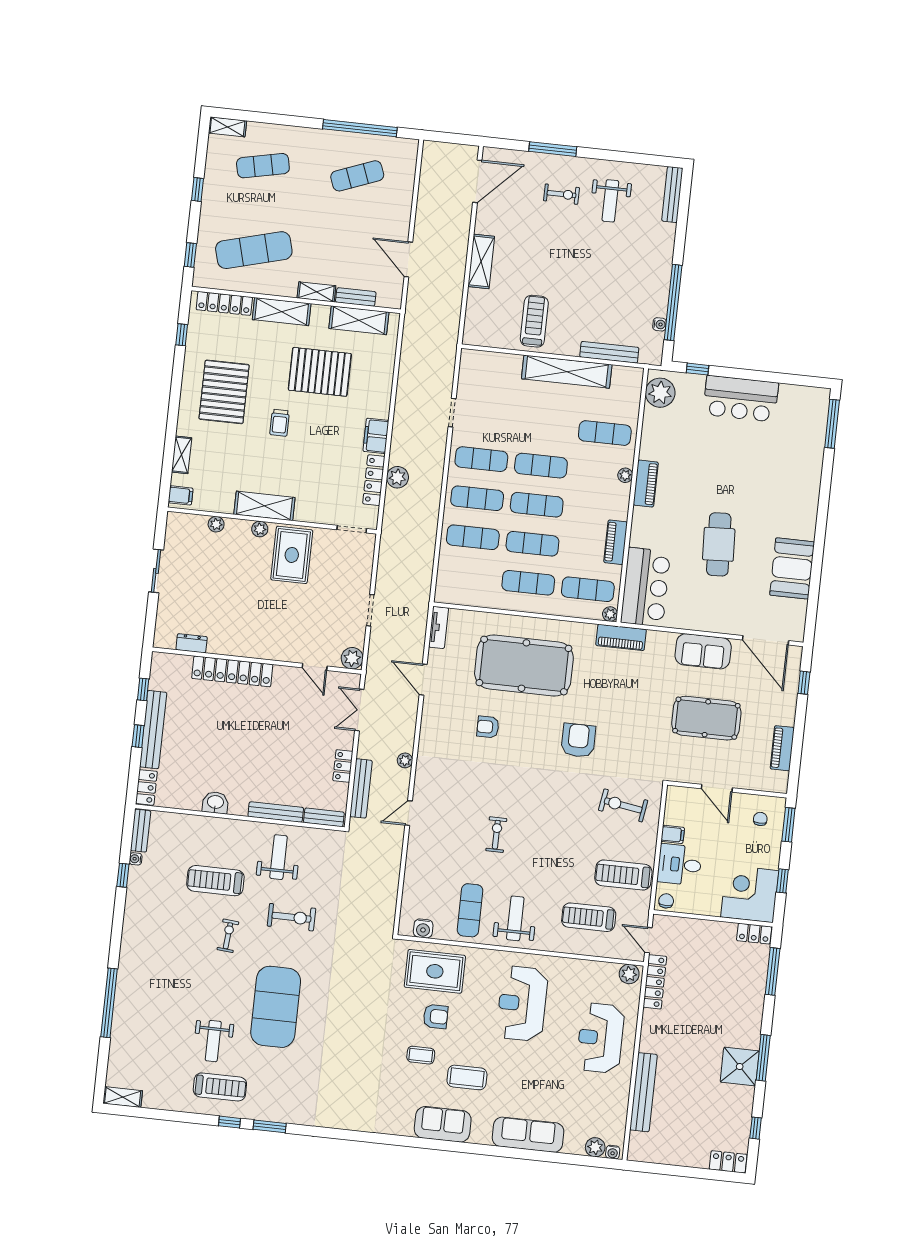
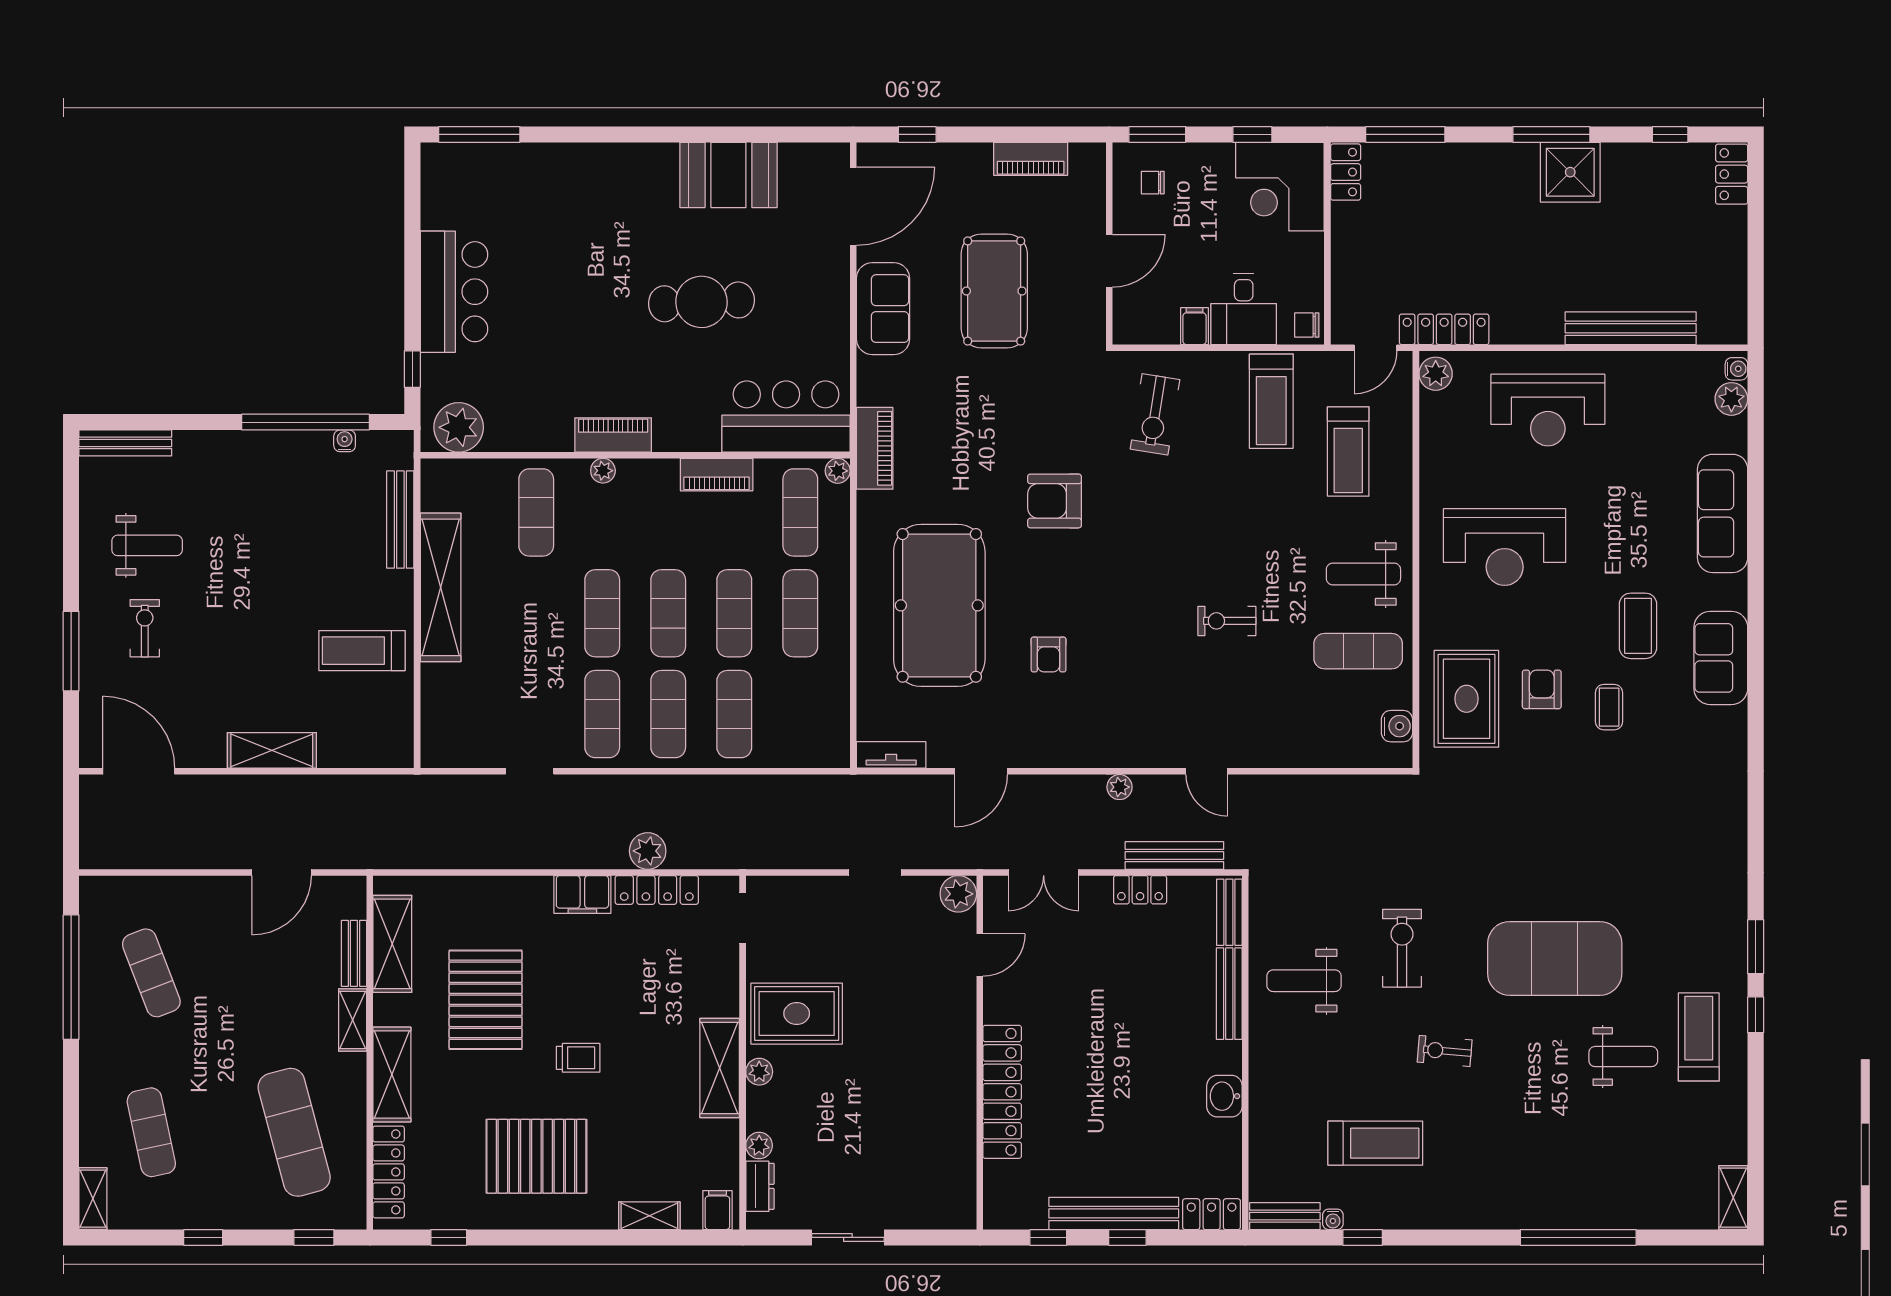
dresser: (192, 643) -> (760, 1186), moved, turned 180
treadmill: (215, 881) -> (1375, 1143), moved, turned -90

